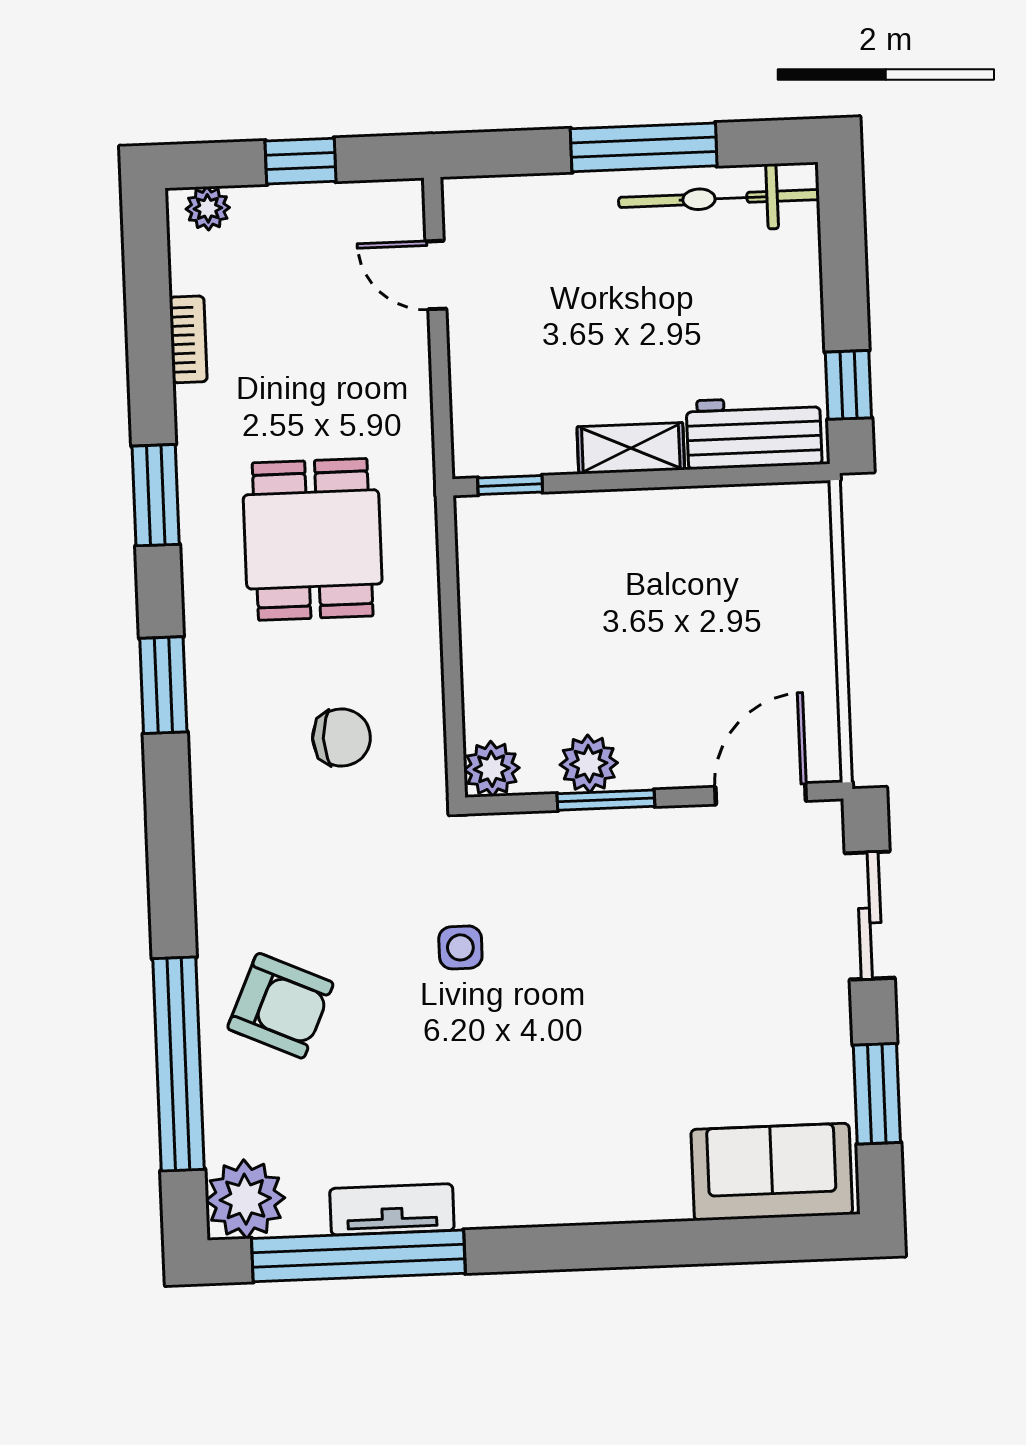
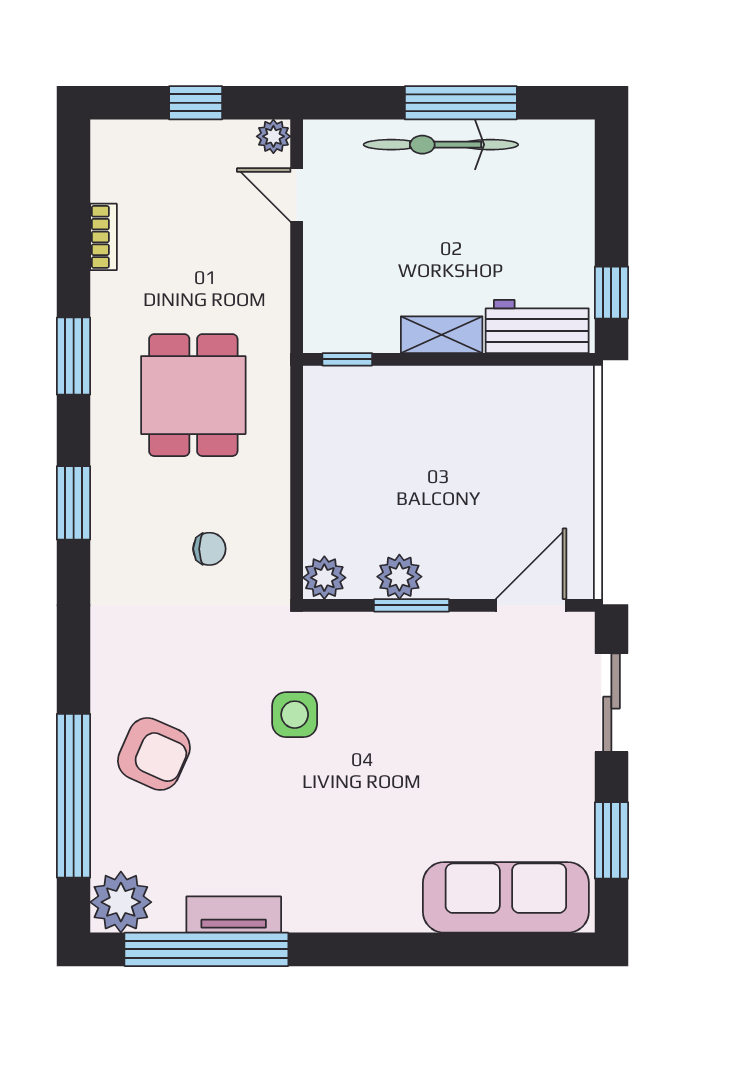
bicycle: (719, 198) -> (441, 145), moved
plant: (208, 208) -> (273, 136), moved
chair: (341, 738) -> (209, 549), width x0.73, depth x0.73
side table: (460, 947) -> (295, 715), width x1.37, depth x1.37
sofa: (772, 1172) -> (506, 897), width x1.36

